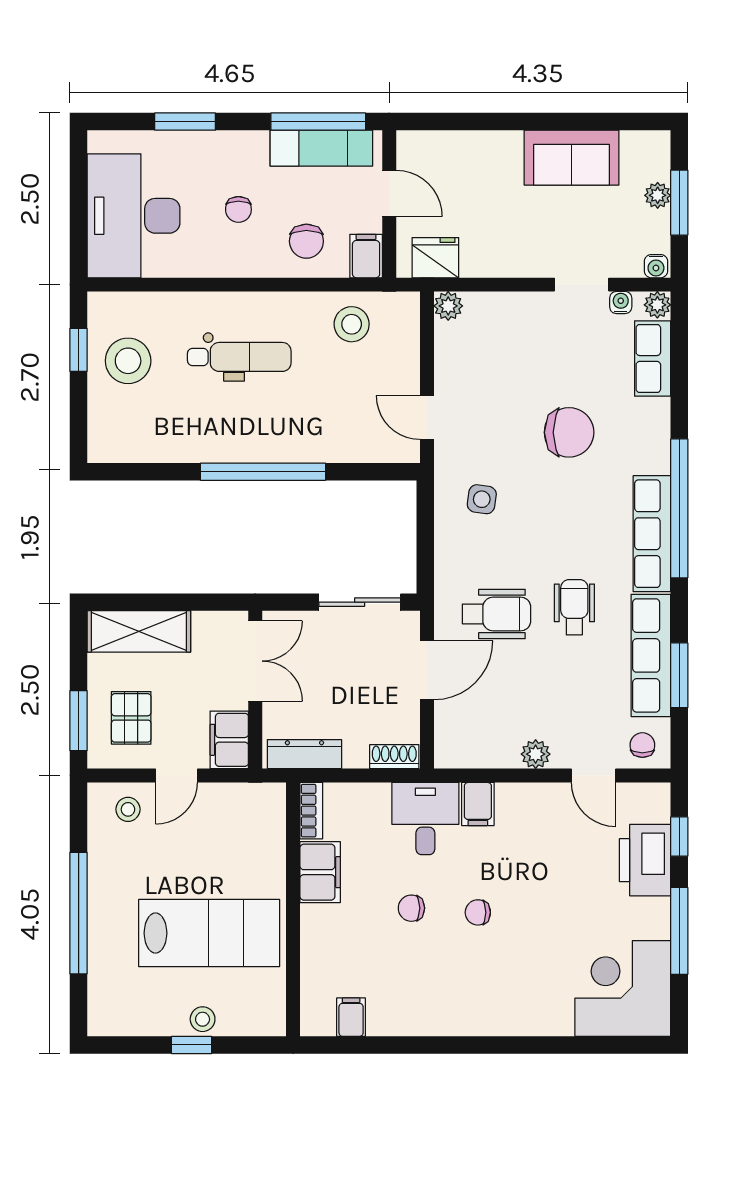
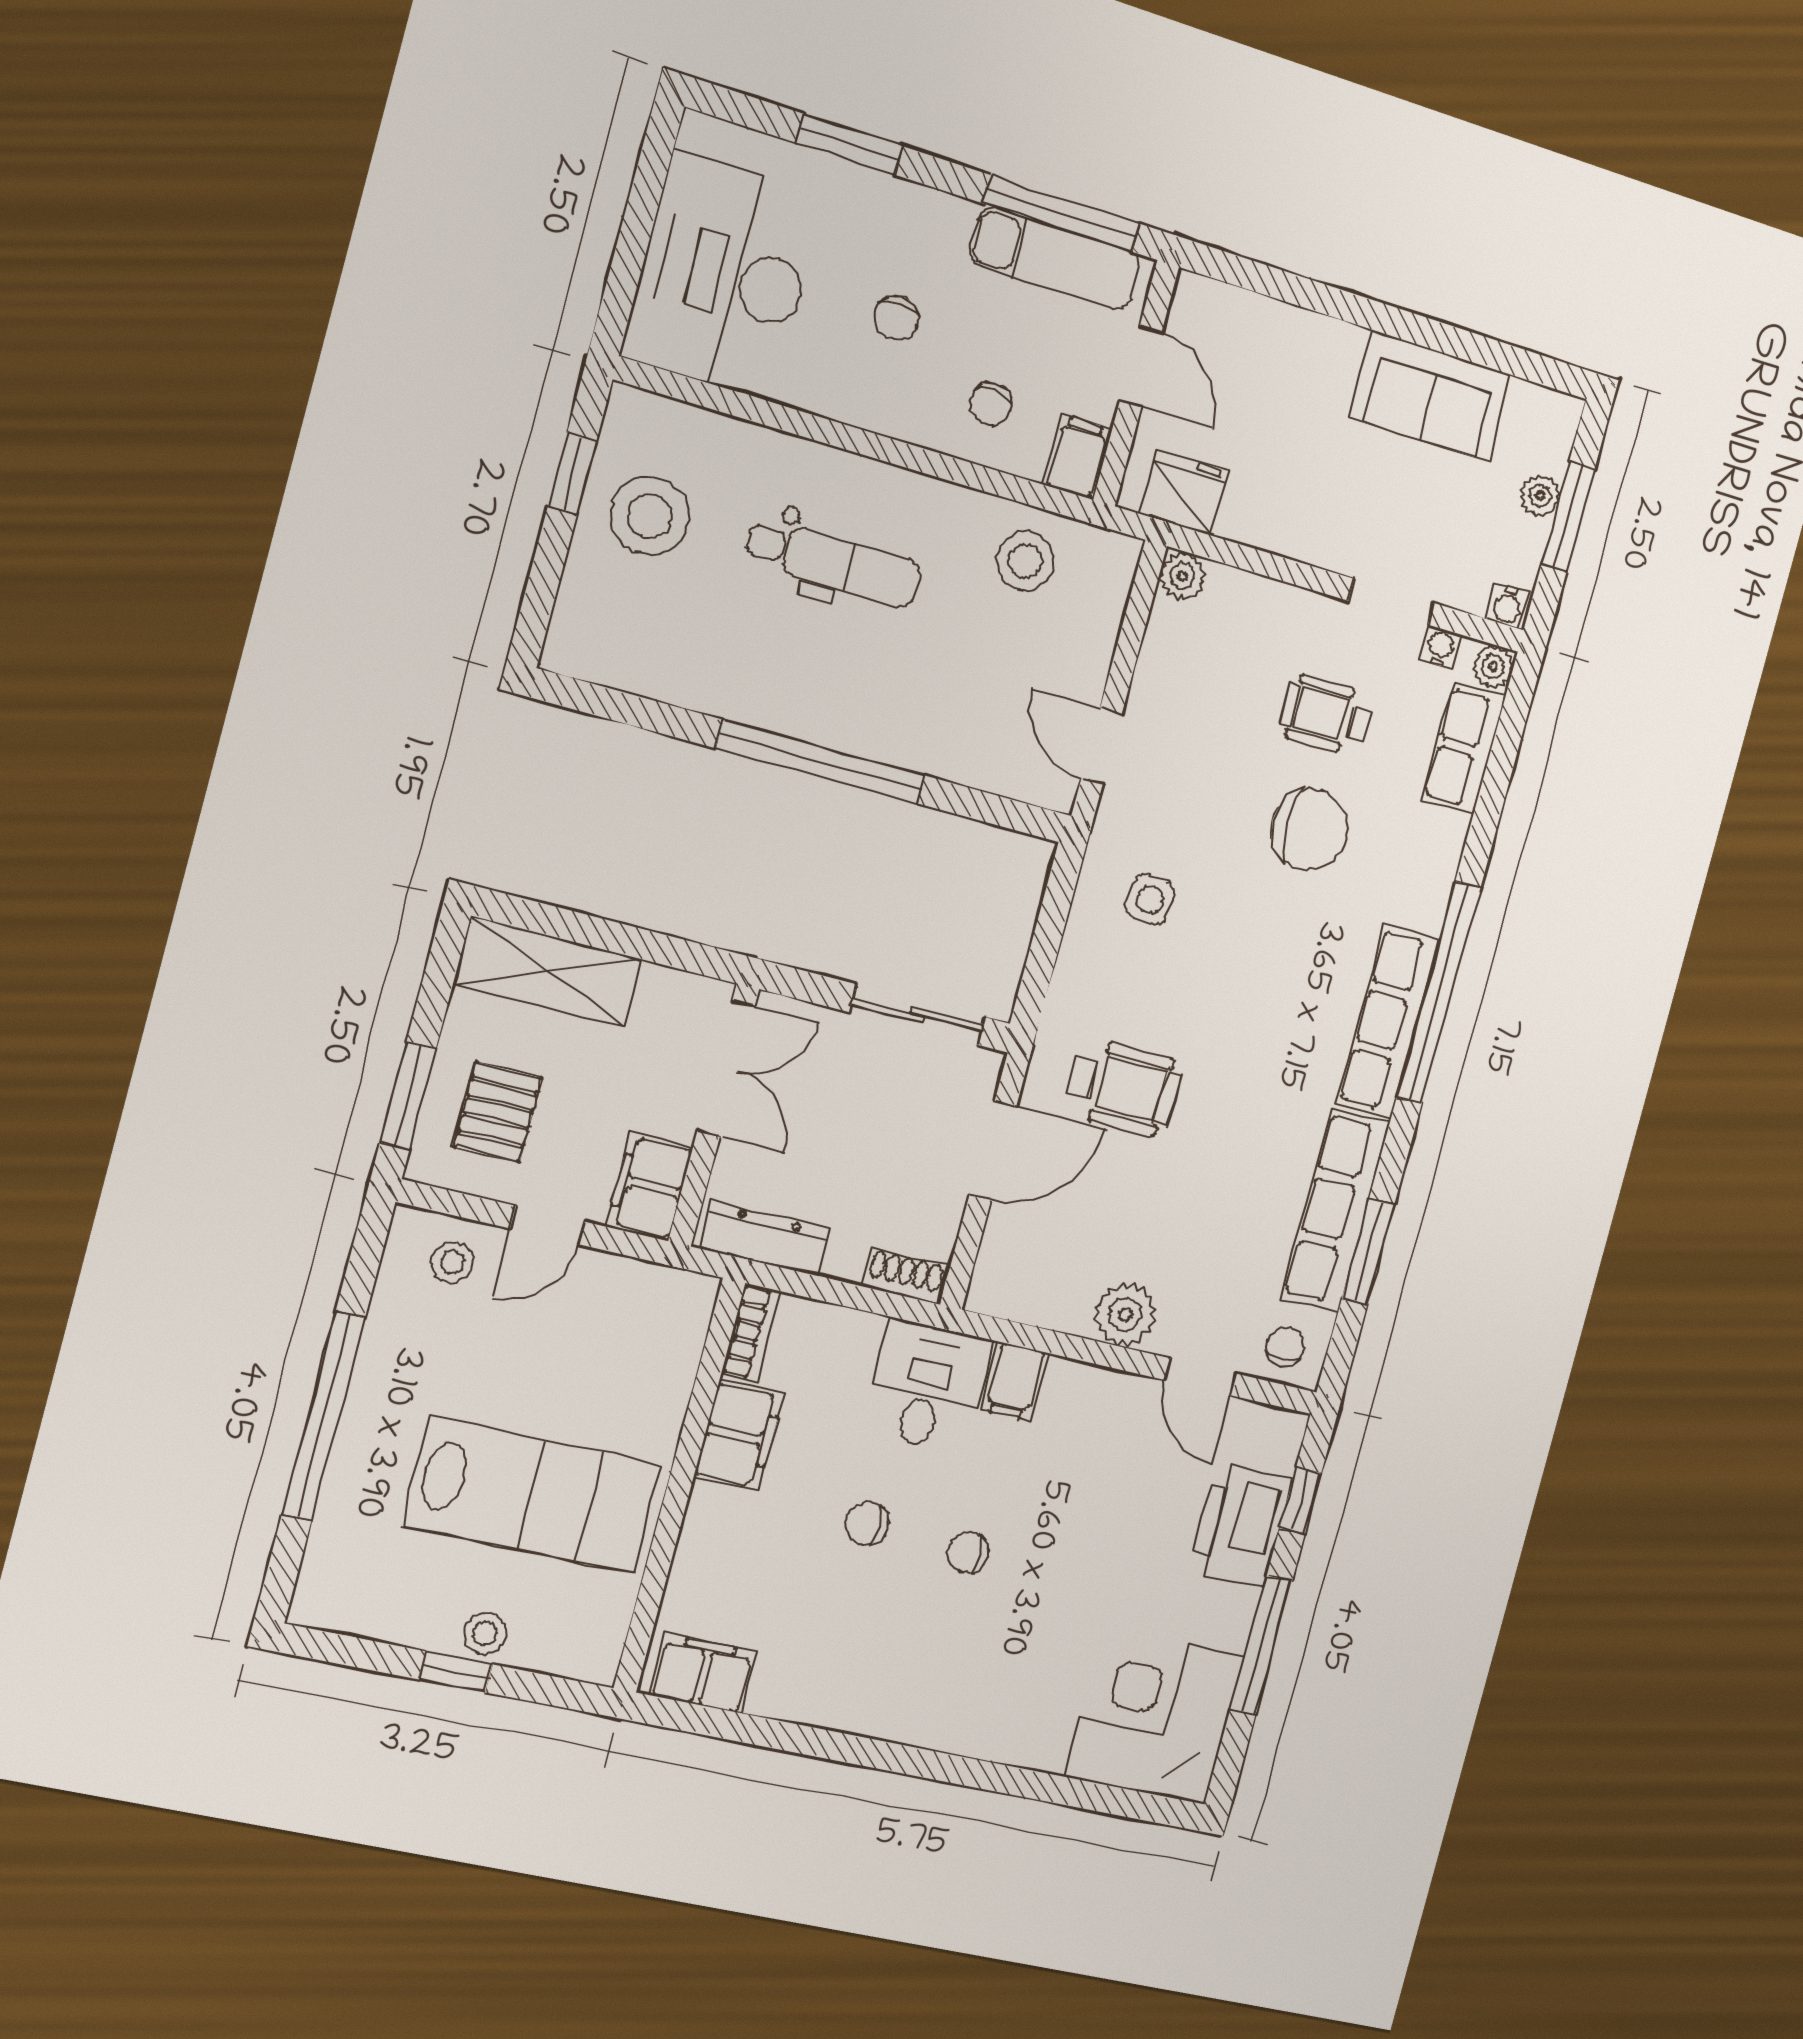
chair: (306, 241) -> (991, 404), width x0.73, depth x0.73
wheelchair: (574, 607) -> (1326, 715), moved, turned -90
plant: (536, 754) -> (1125, 1315), width x1.38, depth x1.38
filing cabinet: (351, 1017) -> (703, 1673), width x2.00

